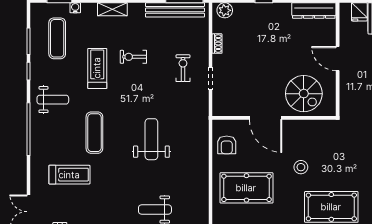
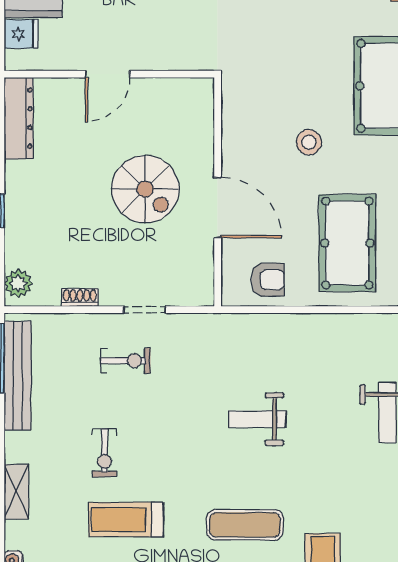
exercise bike: (183, 68) -> (125, 361), turned 180
spiral stairs: (304, 94) -> (145, 189), moved, turned 90
door: (266, 118) -> (218, 208), hinge flipped
weight bench: (151, 139) -> (257, 419), width x0.73, depth x0.75

